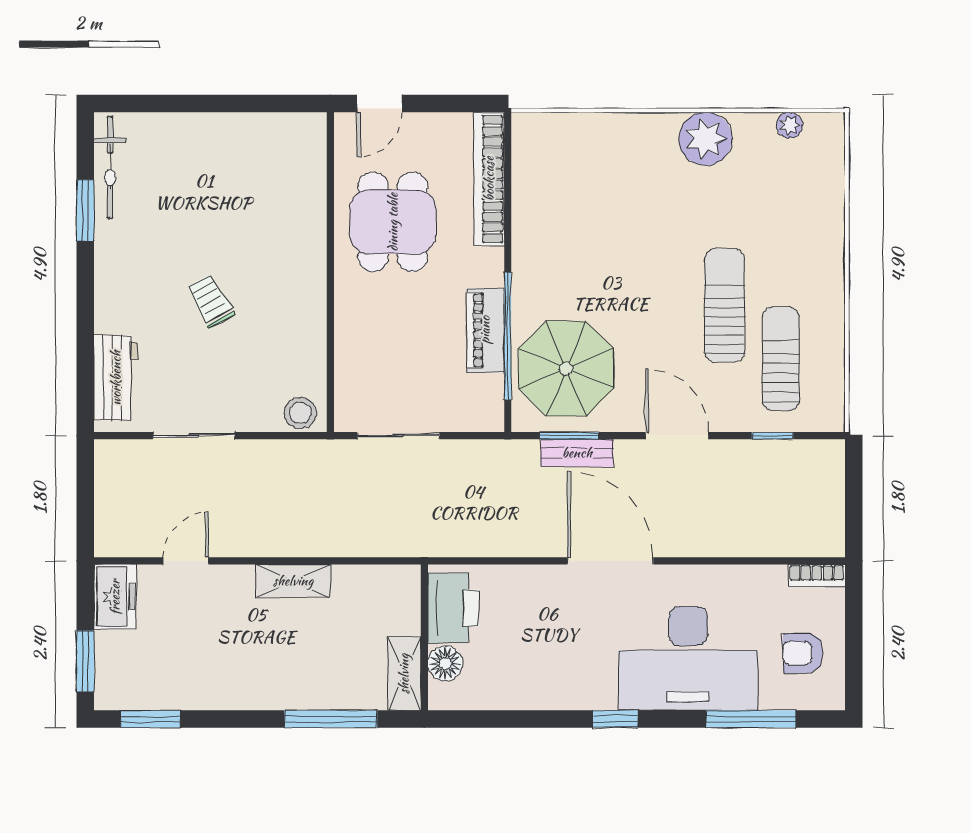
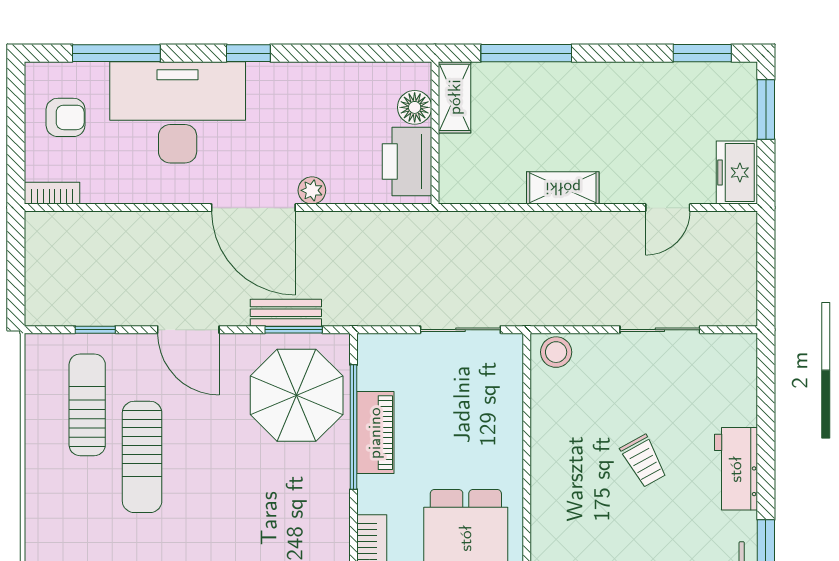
sun lounger: (781, 359) -> (87, 405), turned 180
workbench: (116, 378) -> (736, 469), moved
plant: (550, 578) -> (312, 190), added

